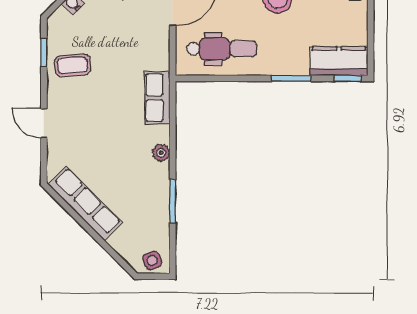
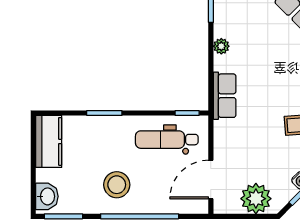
kitchen counter: (339, 61) -> (49, 141), moved, turned -90
window: (348, 78) -> (187, 113), moved

